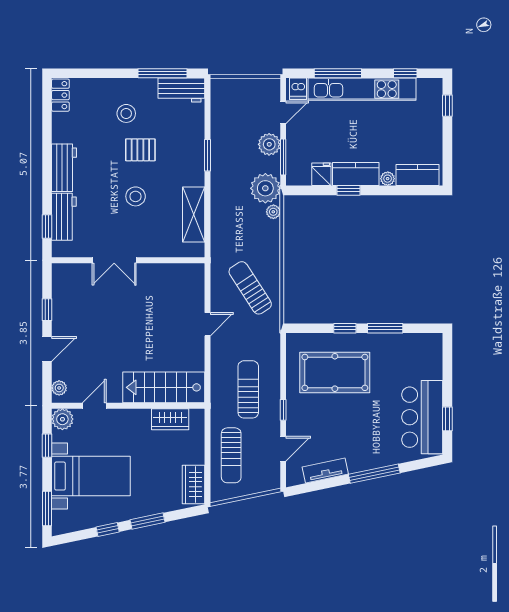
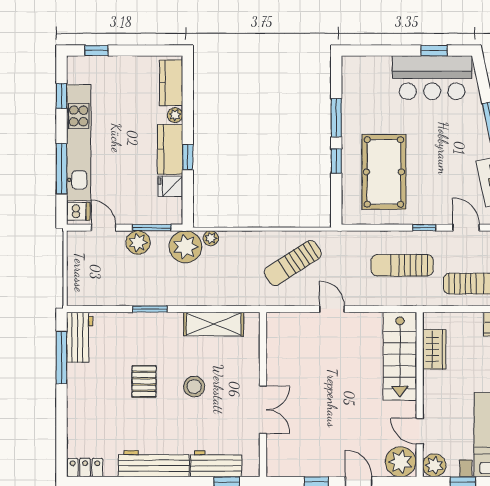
stool: (126, 113) -> (105, 397), removed
workbench: (64, 168) -> (154, 464), width x1.38
plant: (59, 388) -> (401, 462), width x1.88, depth x1.88

